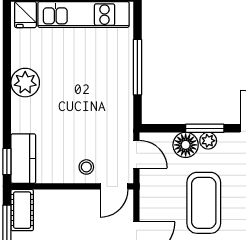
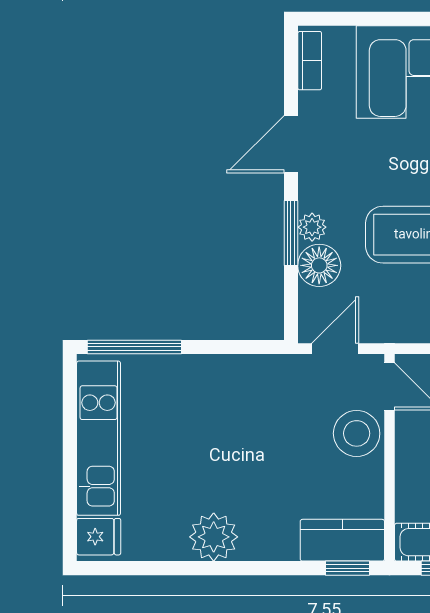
window: (137, 67) -> (134, 347), moved
stool: (86, 167) -> (357, 433), width x1.89, depth x1.89

